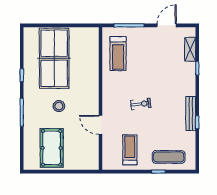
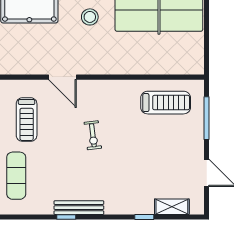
treadmill: (118, 54) -> (166, 103), turned 180
door: (101, 125) -> (63, 77), swing flipped
treadmill: (130, 150) -> (27, 120), turned 90

